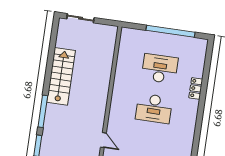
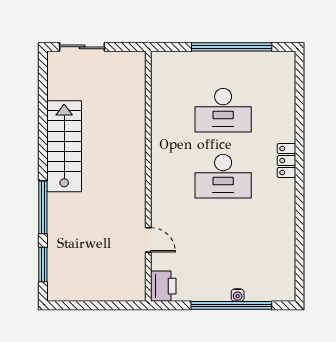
desk: (160, 69) -> (223, 110), turned 180
locker: (196, 88) -> (286, 161), moved

